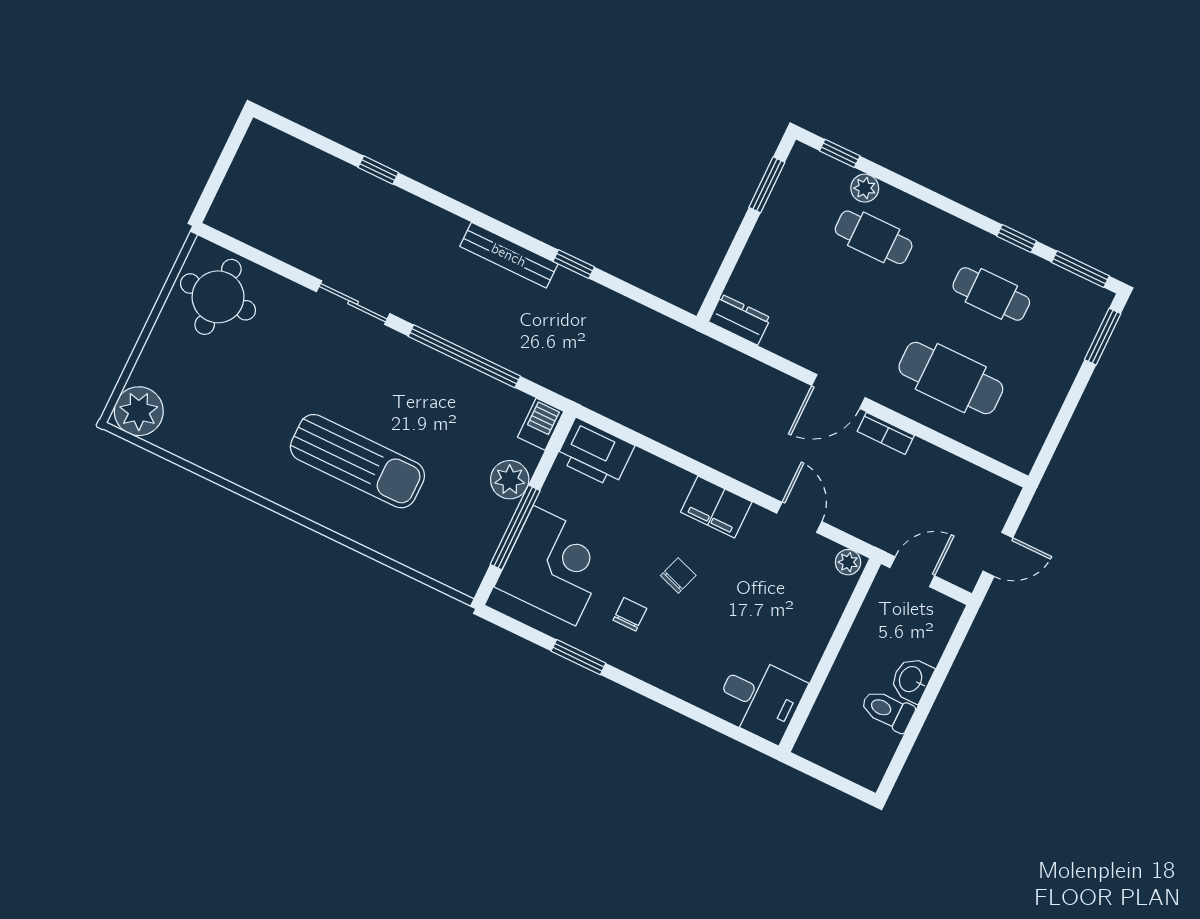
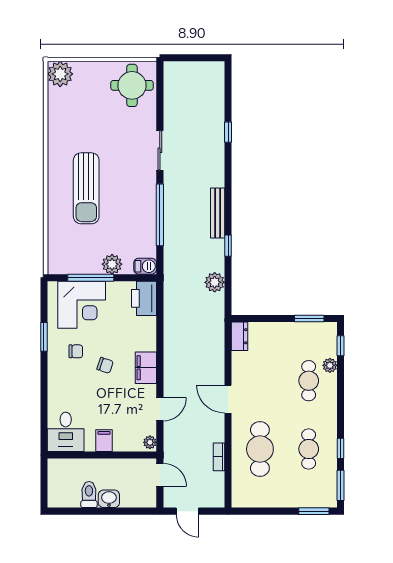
plant: (626, 318) -> (215, 282), added
bookcase: (886, 433) -> (219, 457), moved
filing cabinet: (807, 640) -> (104, 441), added

